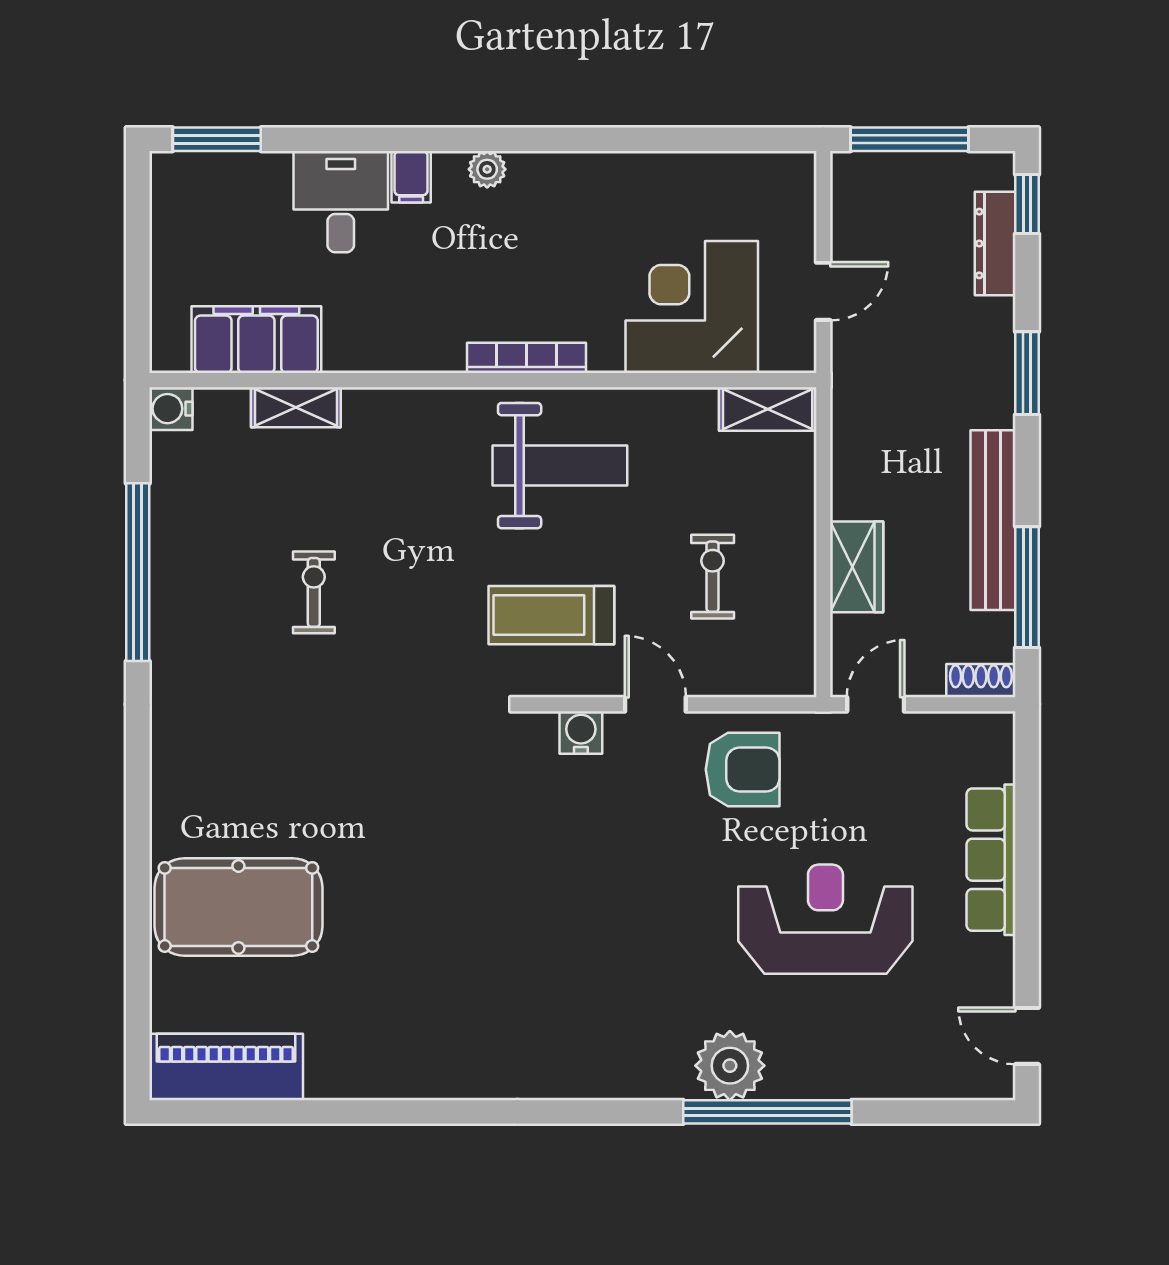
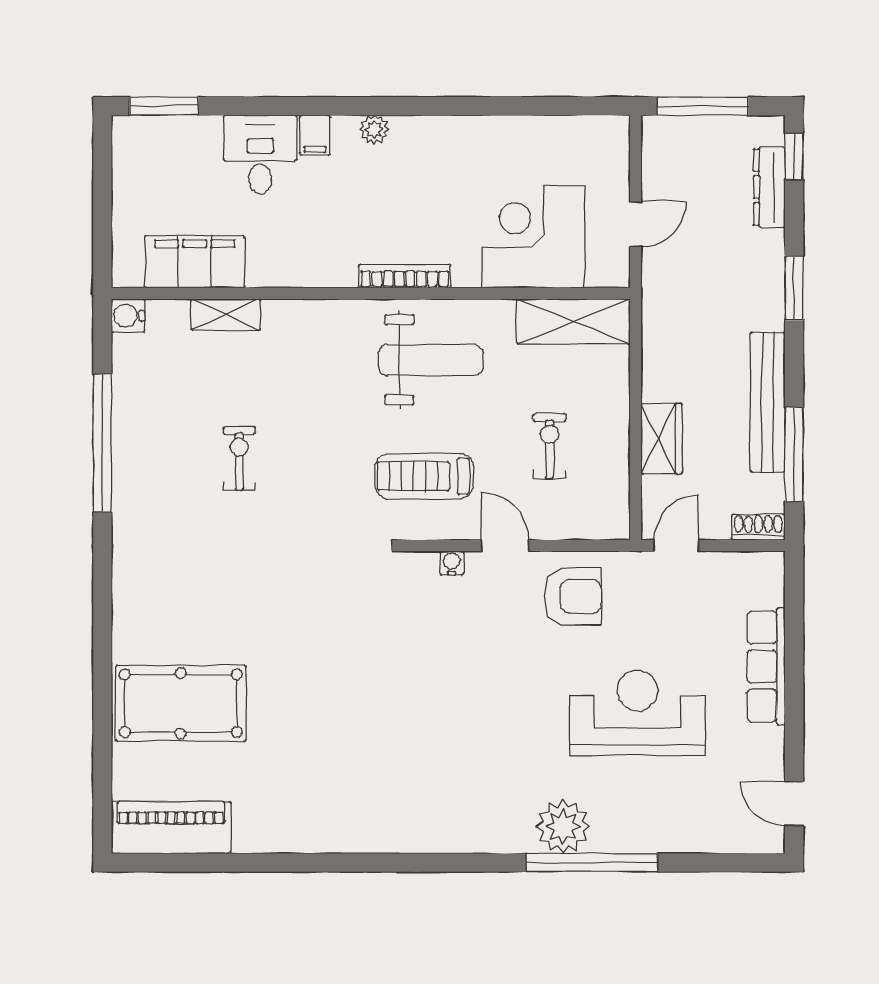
shelving: (768, 409) -> (573, 321), width x1.50, depth x1.33
water cooler: (581, 733) -> (452, 563), width x0.72, depth x0.72

